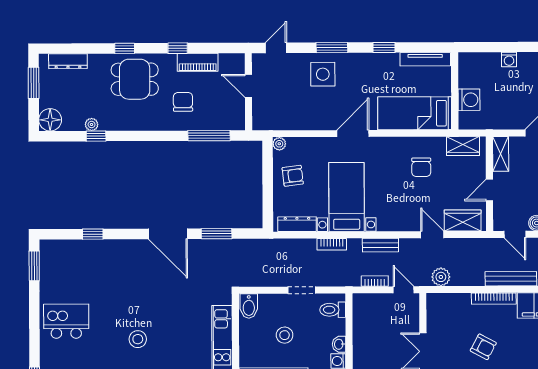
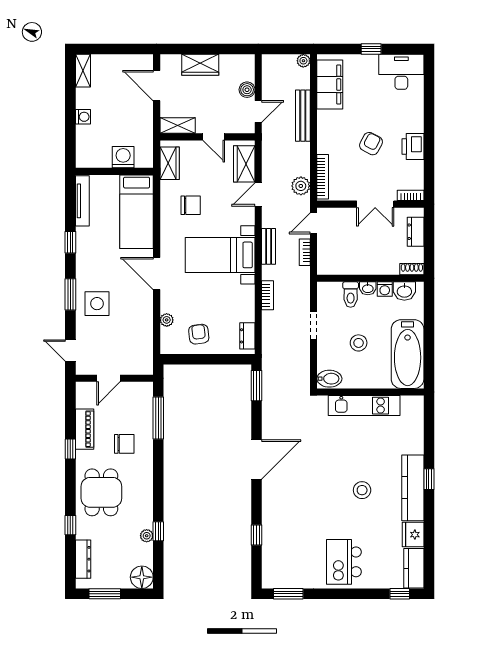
window: (125, 48) -> (70, 525), moved
chair: (183, 102) -> (124, 444), turned 180
plant: (279, 144) -> (167, 320), moved
bed with nightstands: (347, 197) -> (220, 255), moved
dresser: (297, 224) -> (247, 336), width x0.70
window: (217, 234) -> (257, 386), moved
bookcase: (494, 299) -> (323, 177), moved
toilet: (333, 310) -> (351, 295), moved

